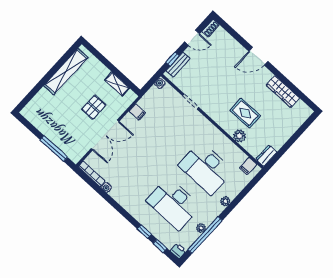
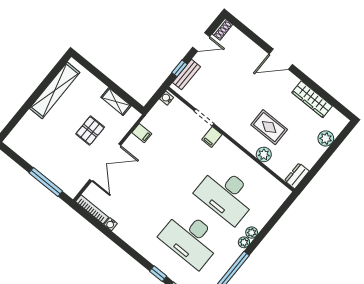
plant: (293, 125) -> (326, 138), added
filing cabinet: (248, 166) -> (212, 137), moved
plant: (201, 228) -> (244, 242), moved

